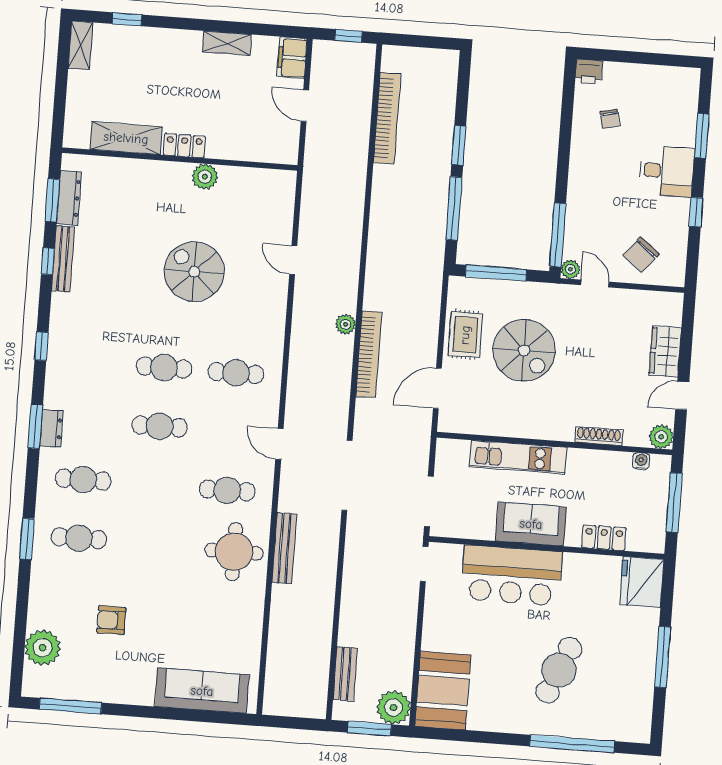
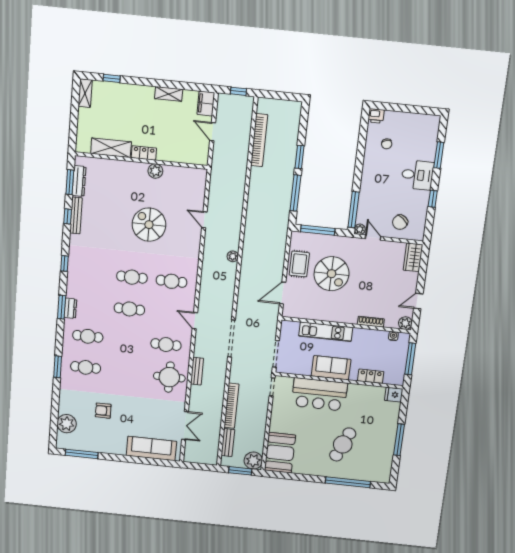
wardrobe: (665, 351) -> (413, 257), moved
bookcase: (369, 354) -> (231, 406), moved
bench: (284, 548) -> (197, 371), width x0.73
fridge: (642, 582) -> (394, 395), width x0.53, depth x0.75
double door: (264, 644) -> (185, 426), added

